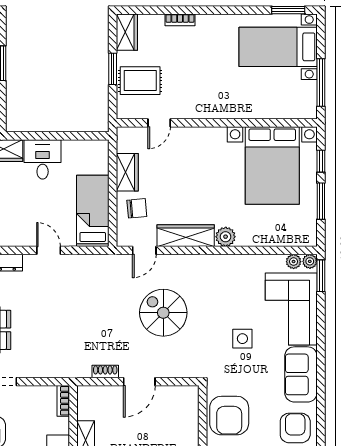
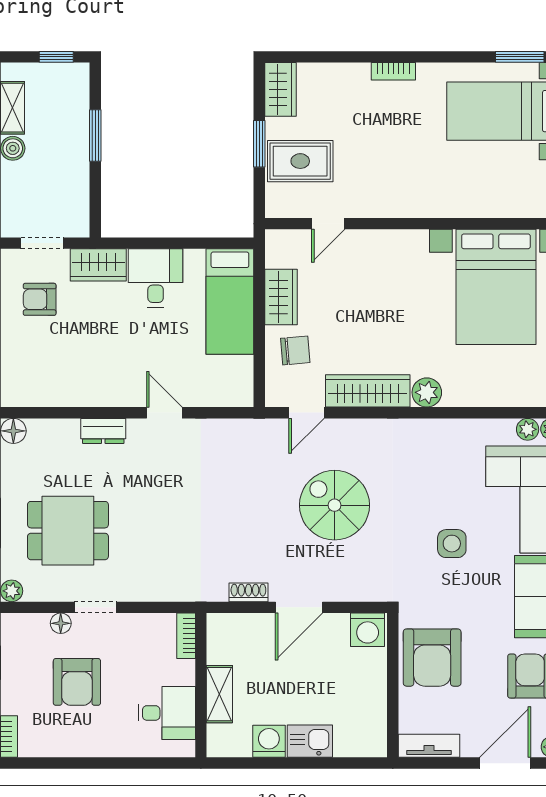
bookcase: (180, 20) -> (393, 71), moved
bed: (93, 211) -> (230, 302), moved, turned 180
washing machine: (186, 397) -> (368, 630), added

